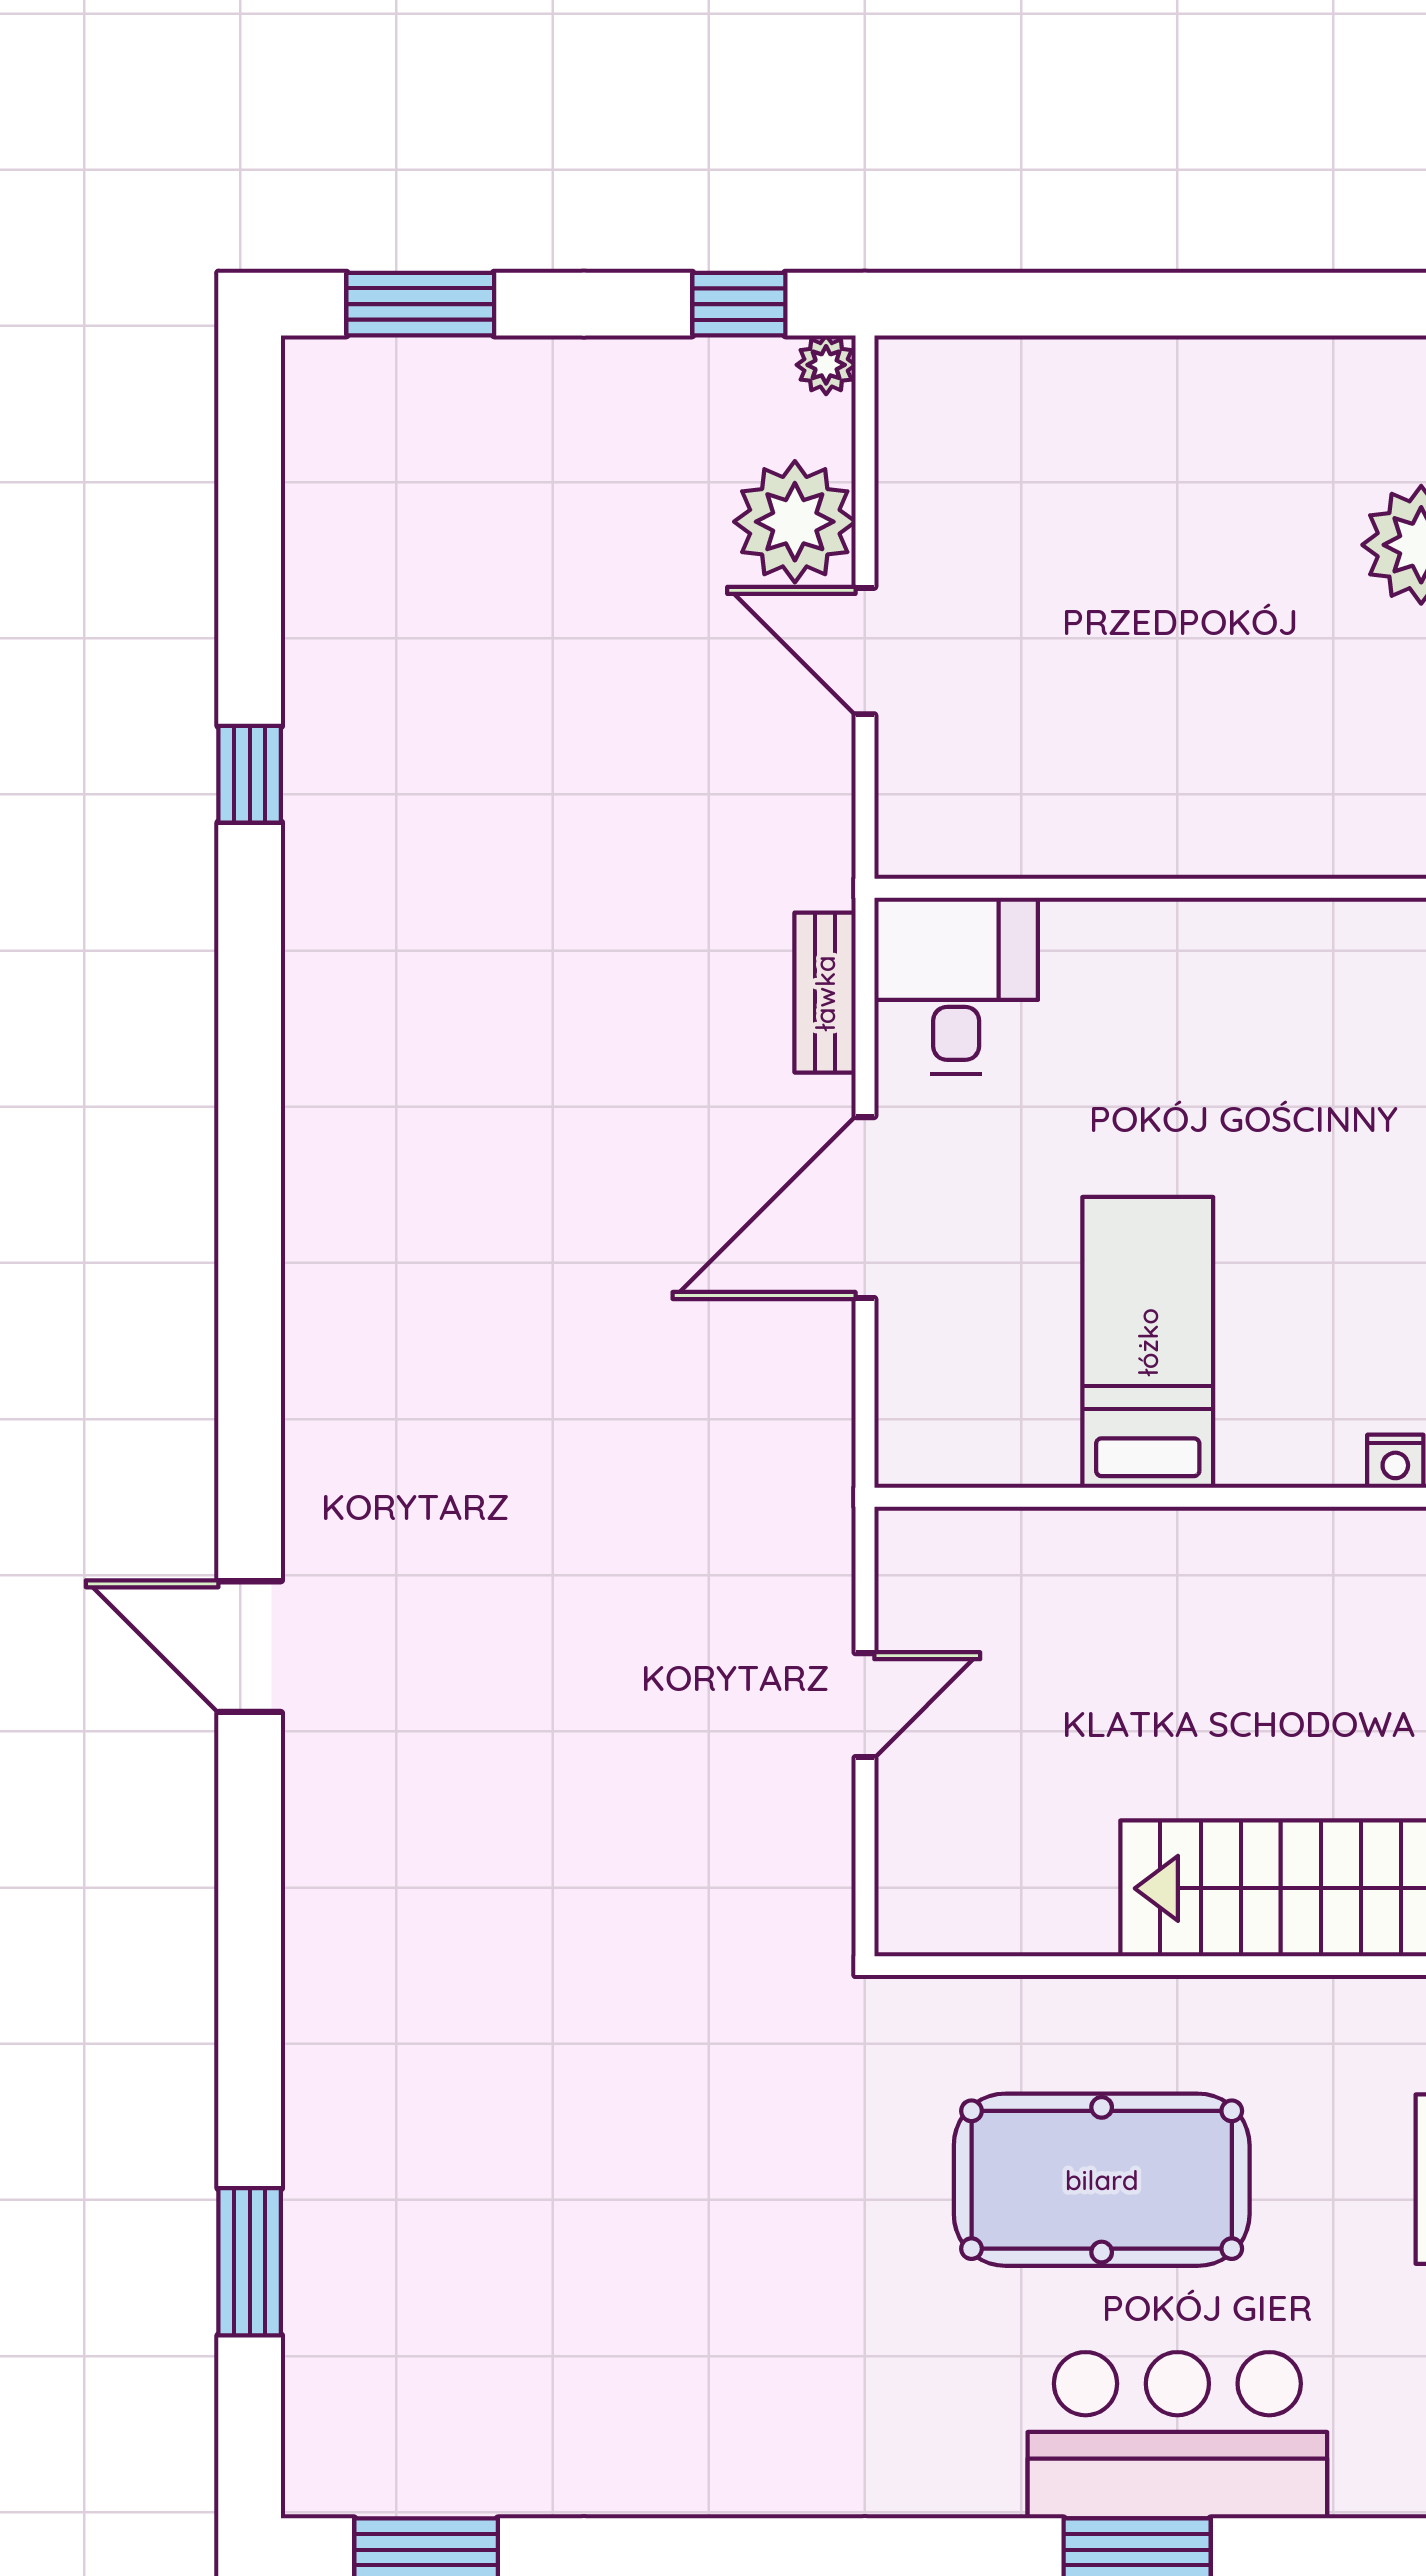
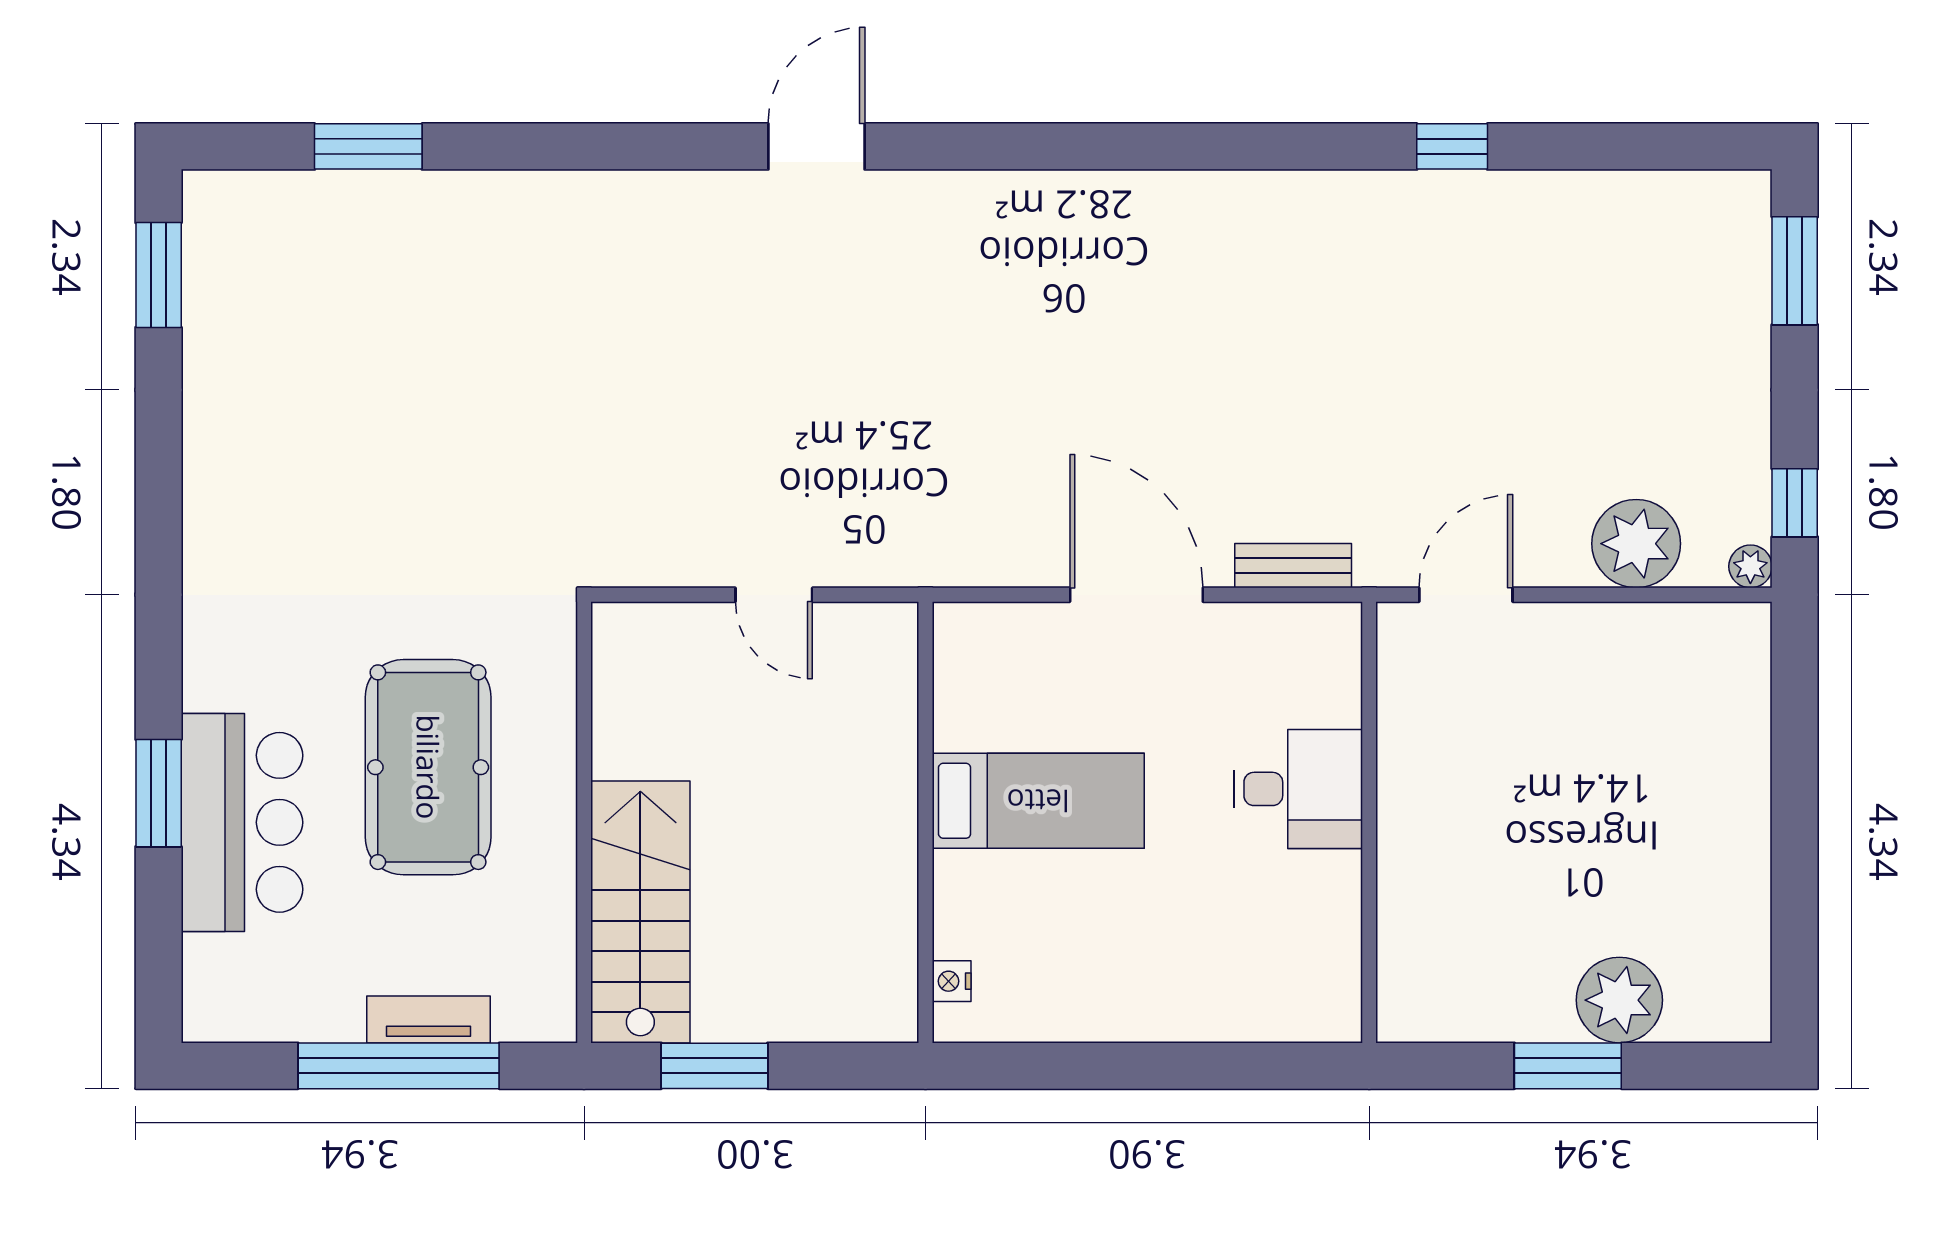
door: (865, 651) -> (1466, 595), moved
desk: (956, 986) -> (1298, 789), moved

